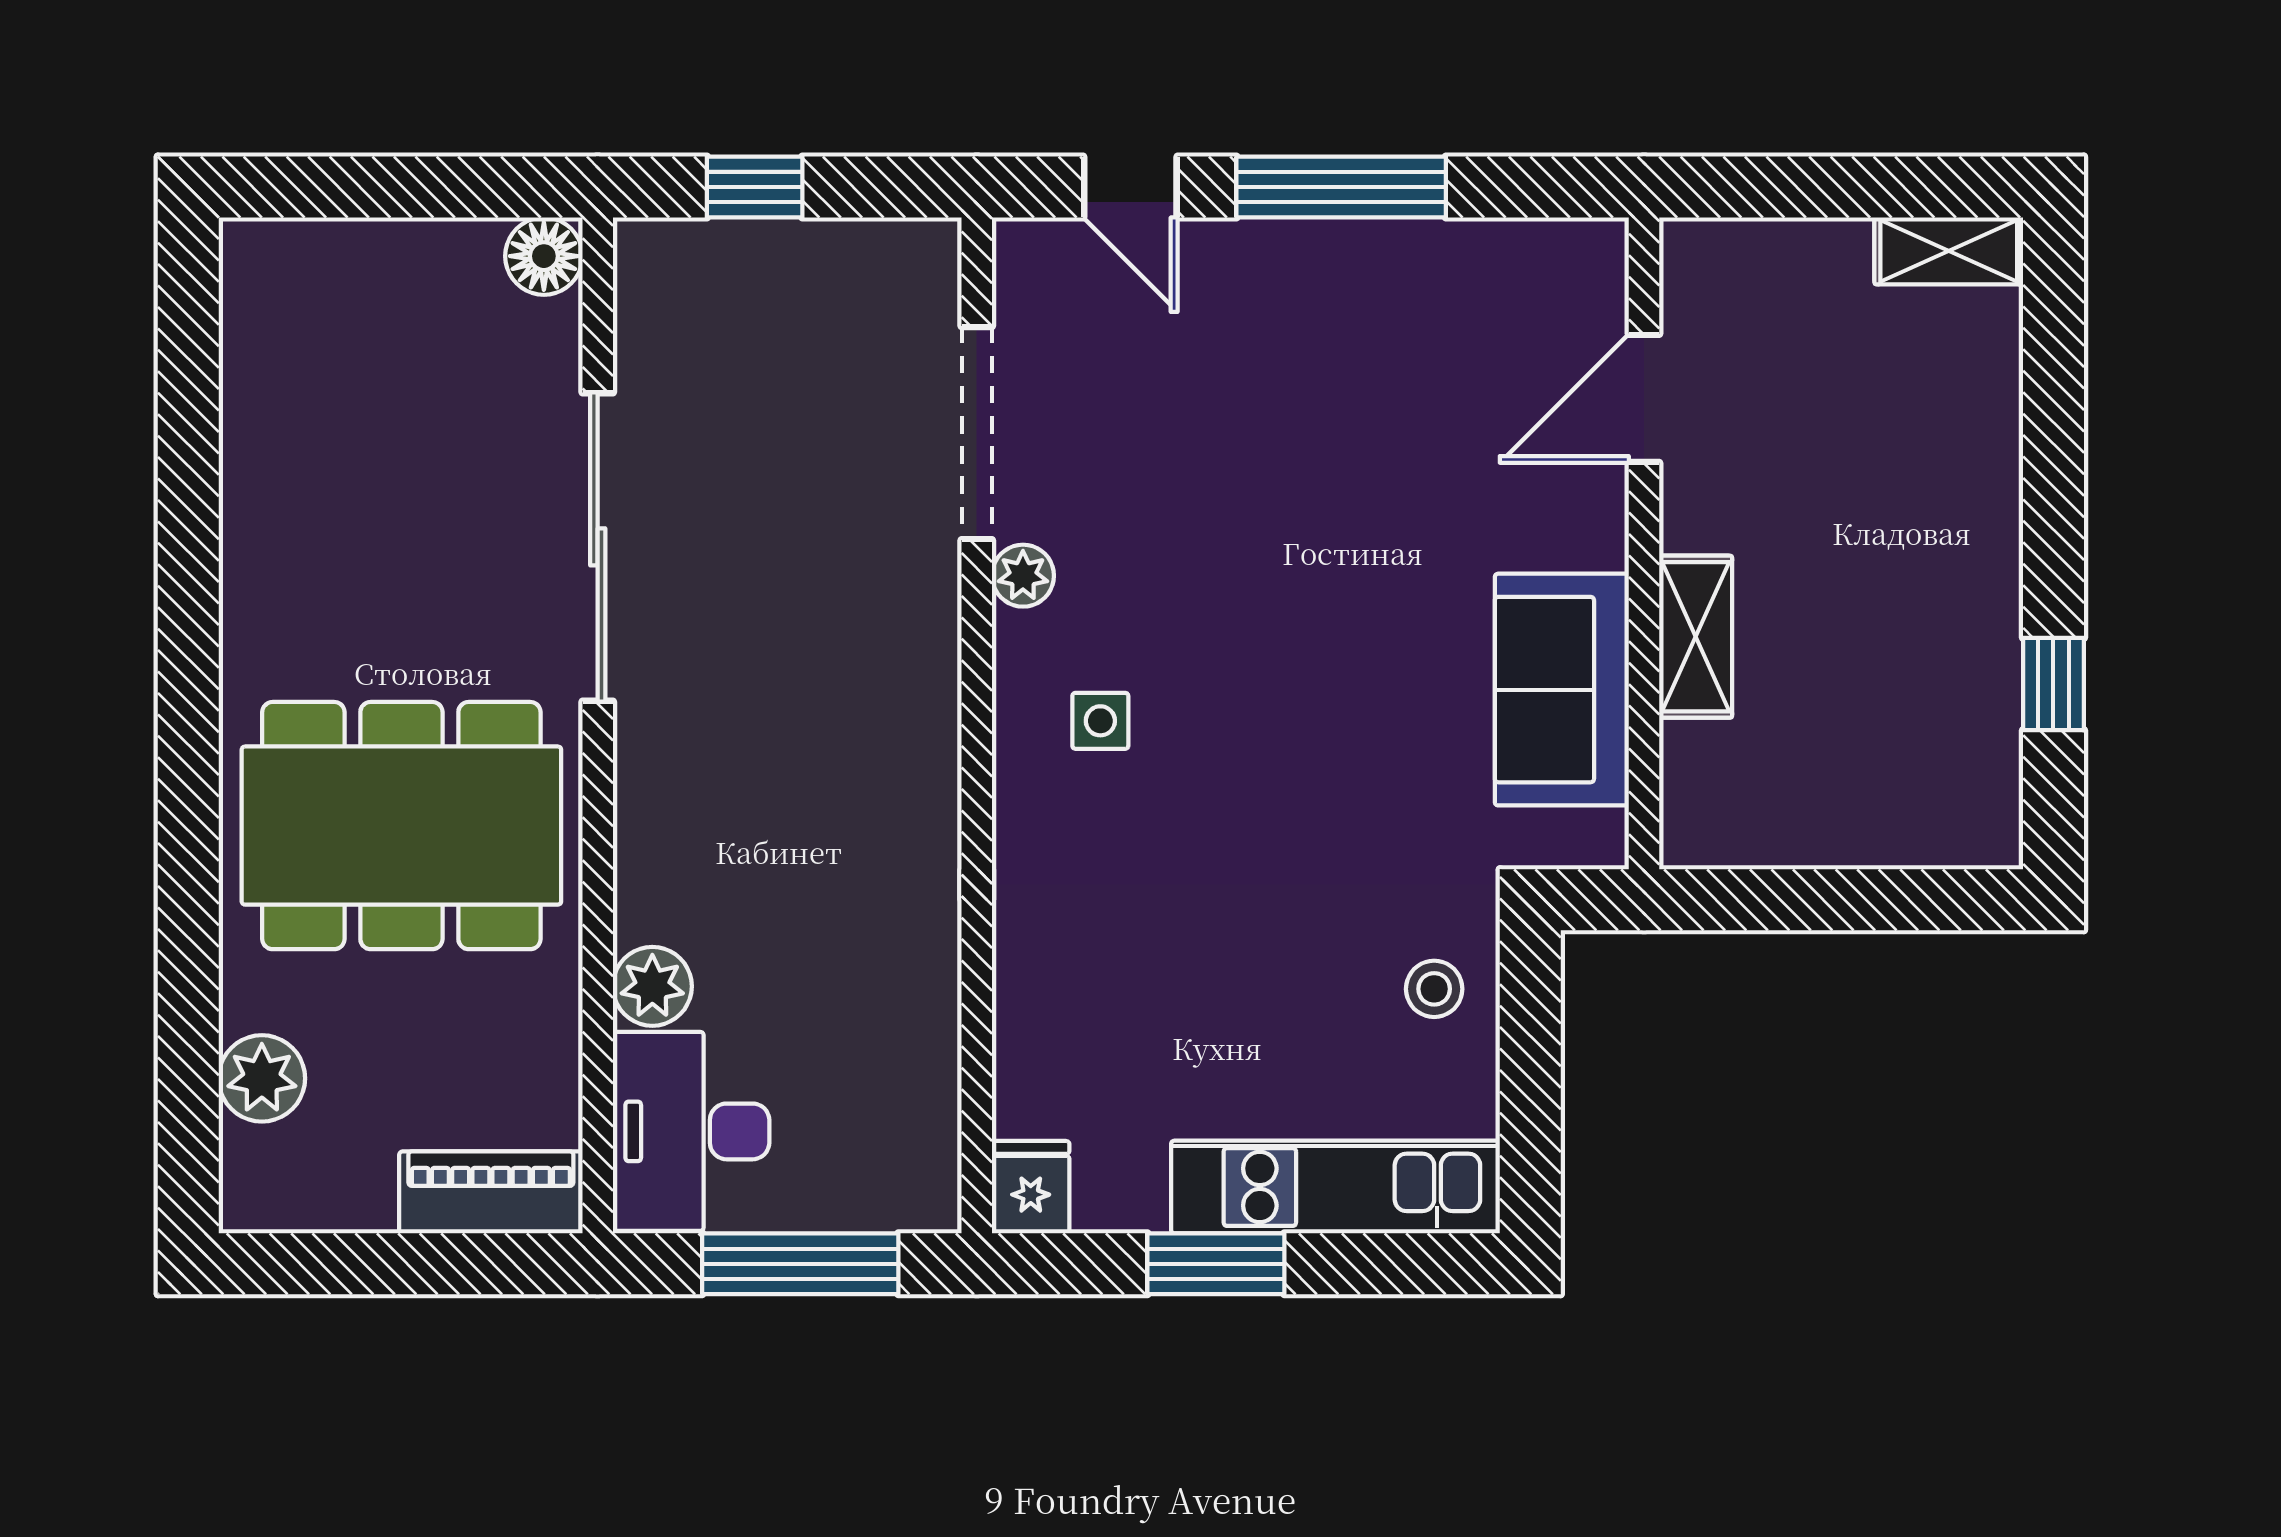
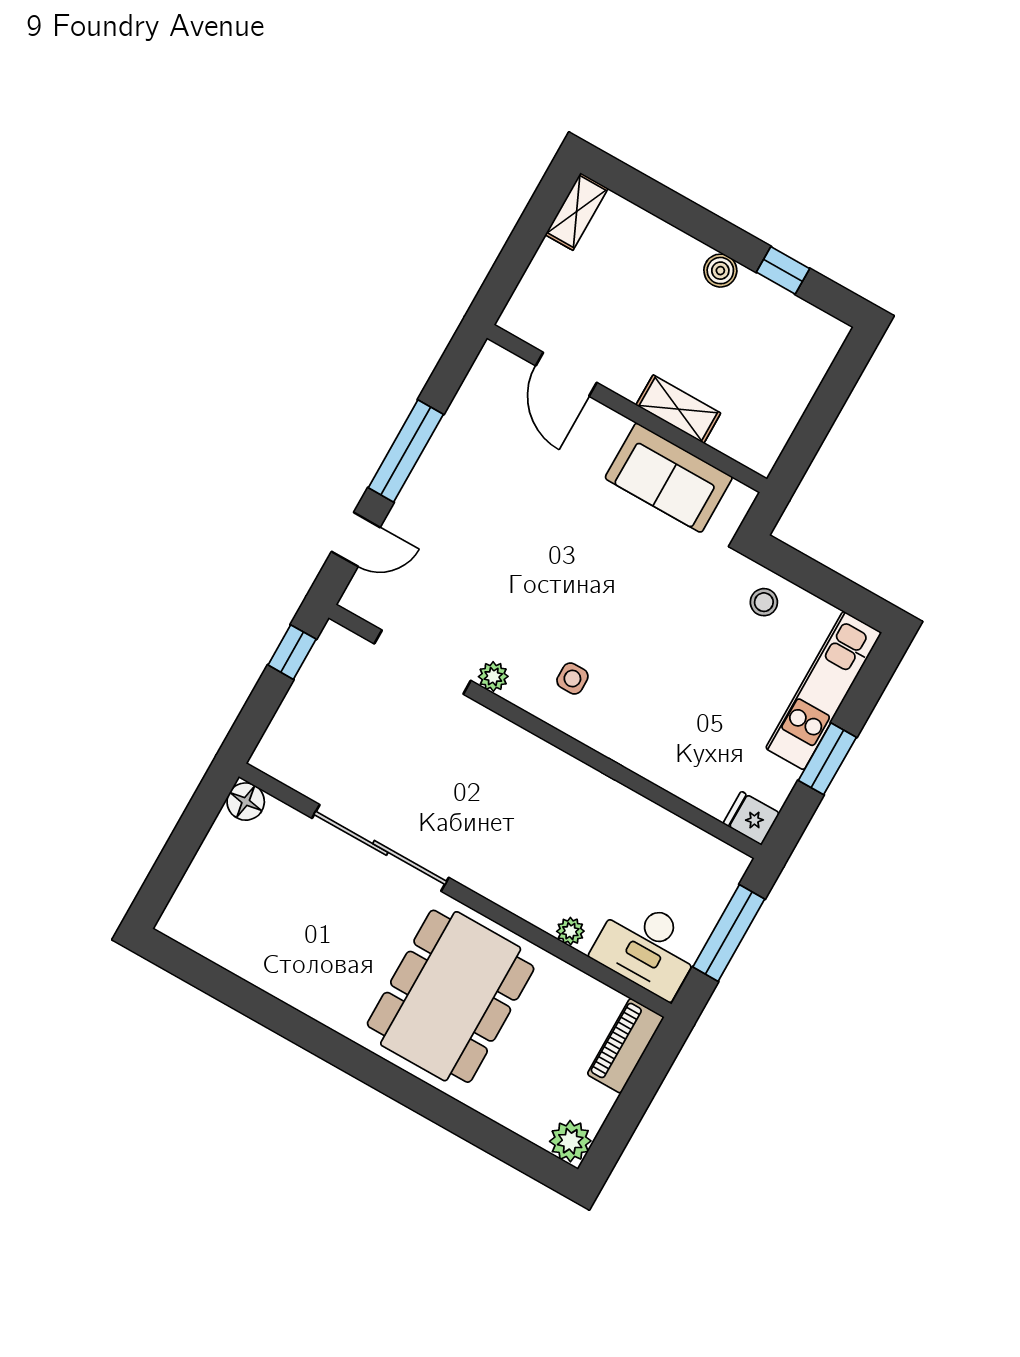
window: (755, 187) -> (292, 652), moved
boiler: (1989, 571) -> (720, 271), added
plant: (652, 986) -> (570, 931), width x0.73, depth x0.73
plant: (262, 1078) -> (570, 1141), moved

